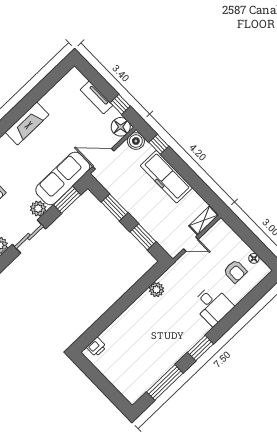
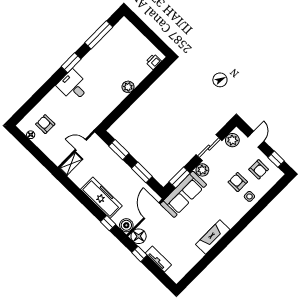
door: (103, 159) -> (152, 211), swing flipped
plant: (156, 290) -> (128, 87), moved
desk: (213, 305) -> (73, 86), moved

